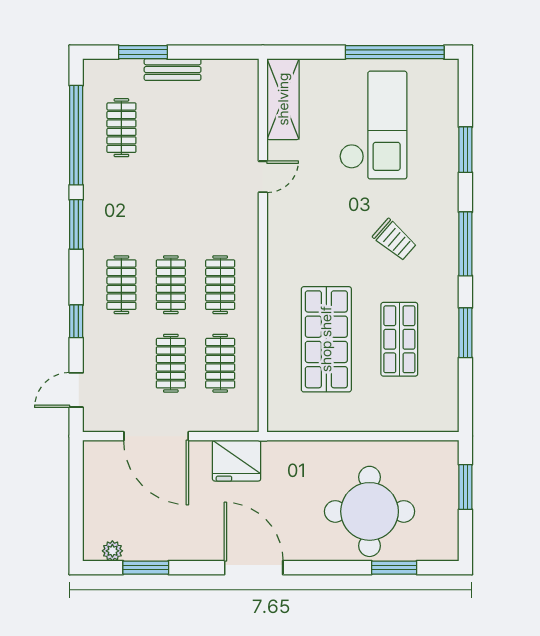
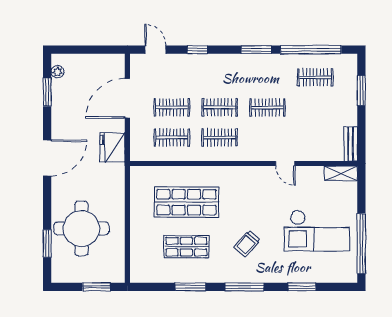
bench: (173, 70) -> (351, 144), moved
shelving: (283, 99) -> (341, 173), width x0.67, depth x0.75
clothes rail: (121, 285) -> (267, 107), moved

